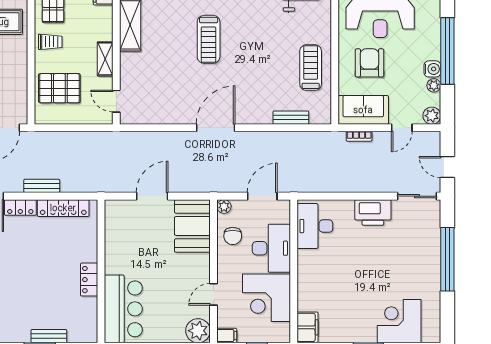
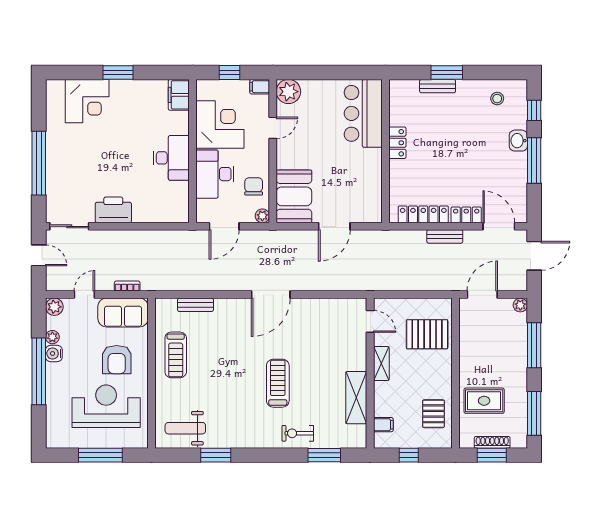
trolley: (50, 42) -> (436, 381), removed
desk: (315, 226) -> (171, 158), moved

